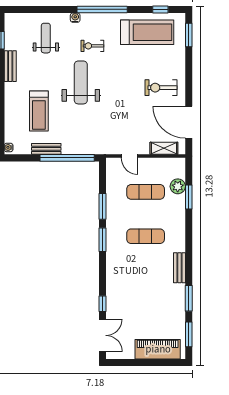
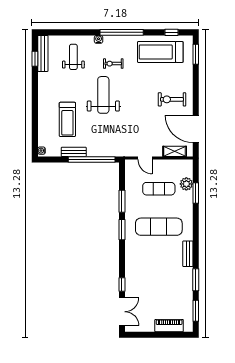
treadmill: (147, 32) -> (160, 52), turned 180
bench: (10, 66) -> (43, 53), moved, width x1.36
exercise mat: (146, 236) -> (159, 227), width x1.36, depth x1.45
piano: (158, 349) -> (169, 326), width x0.73, depth x0.75

